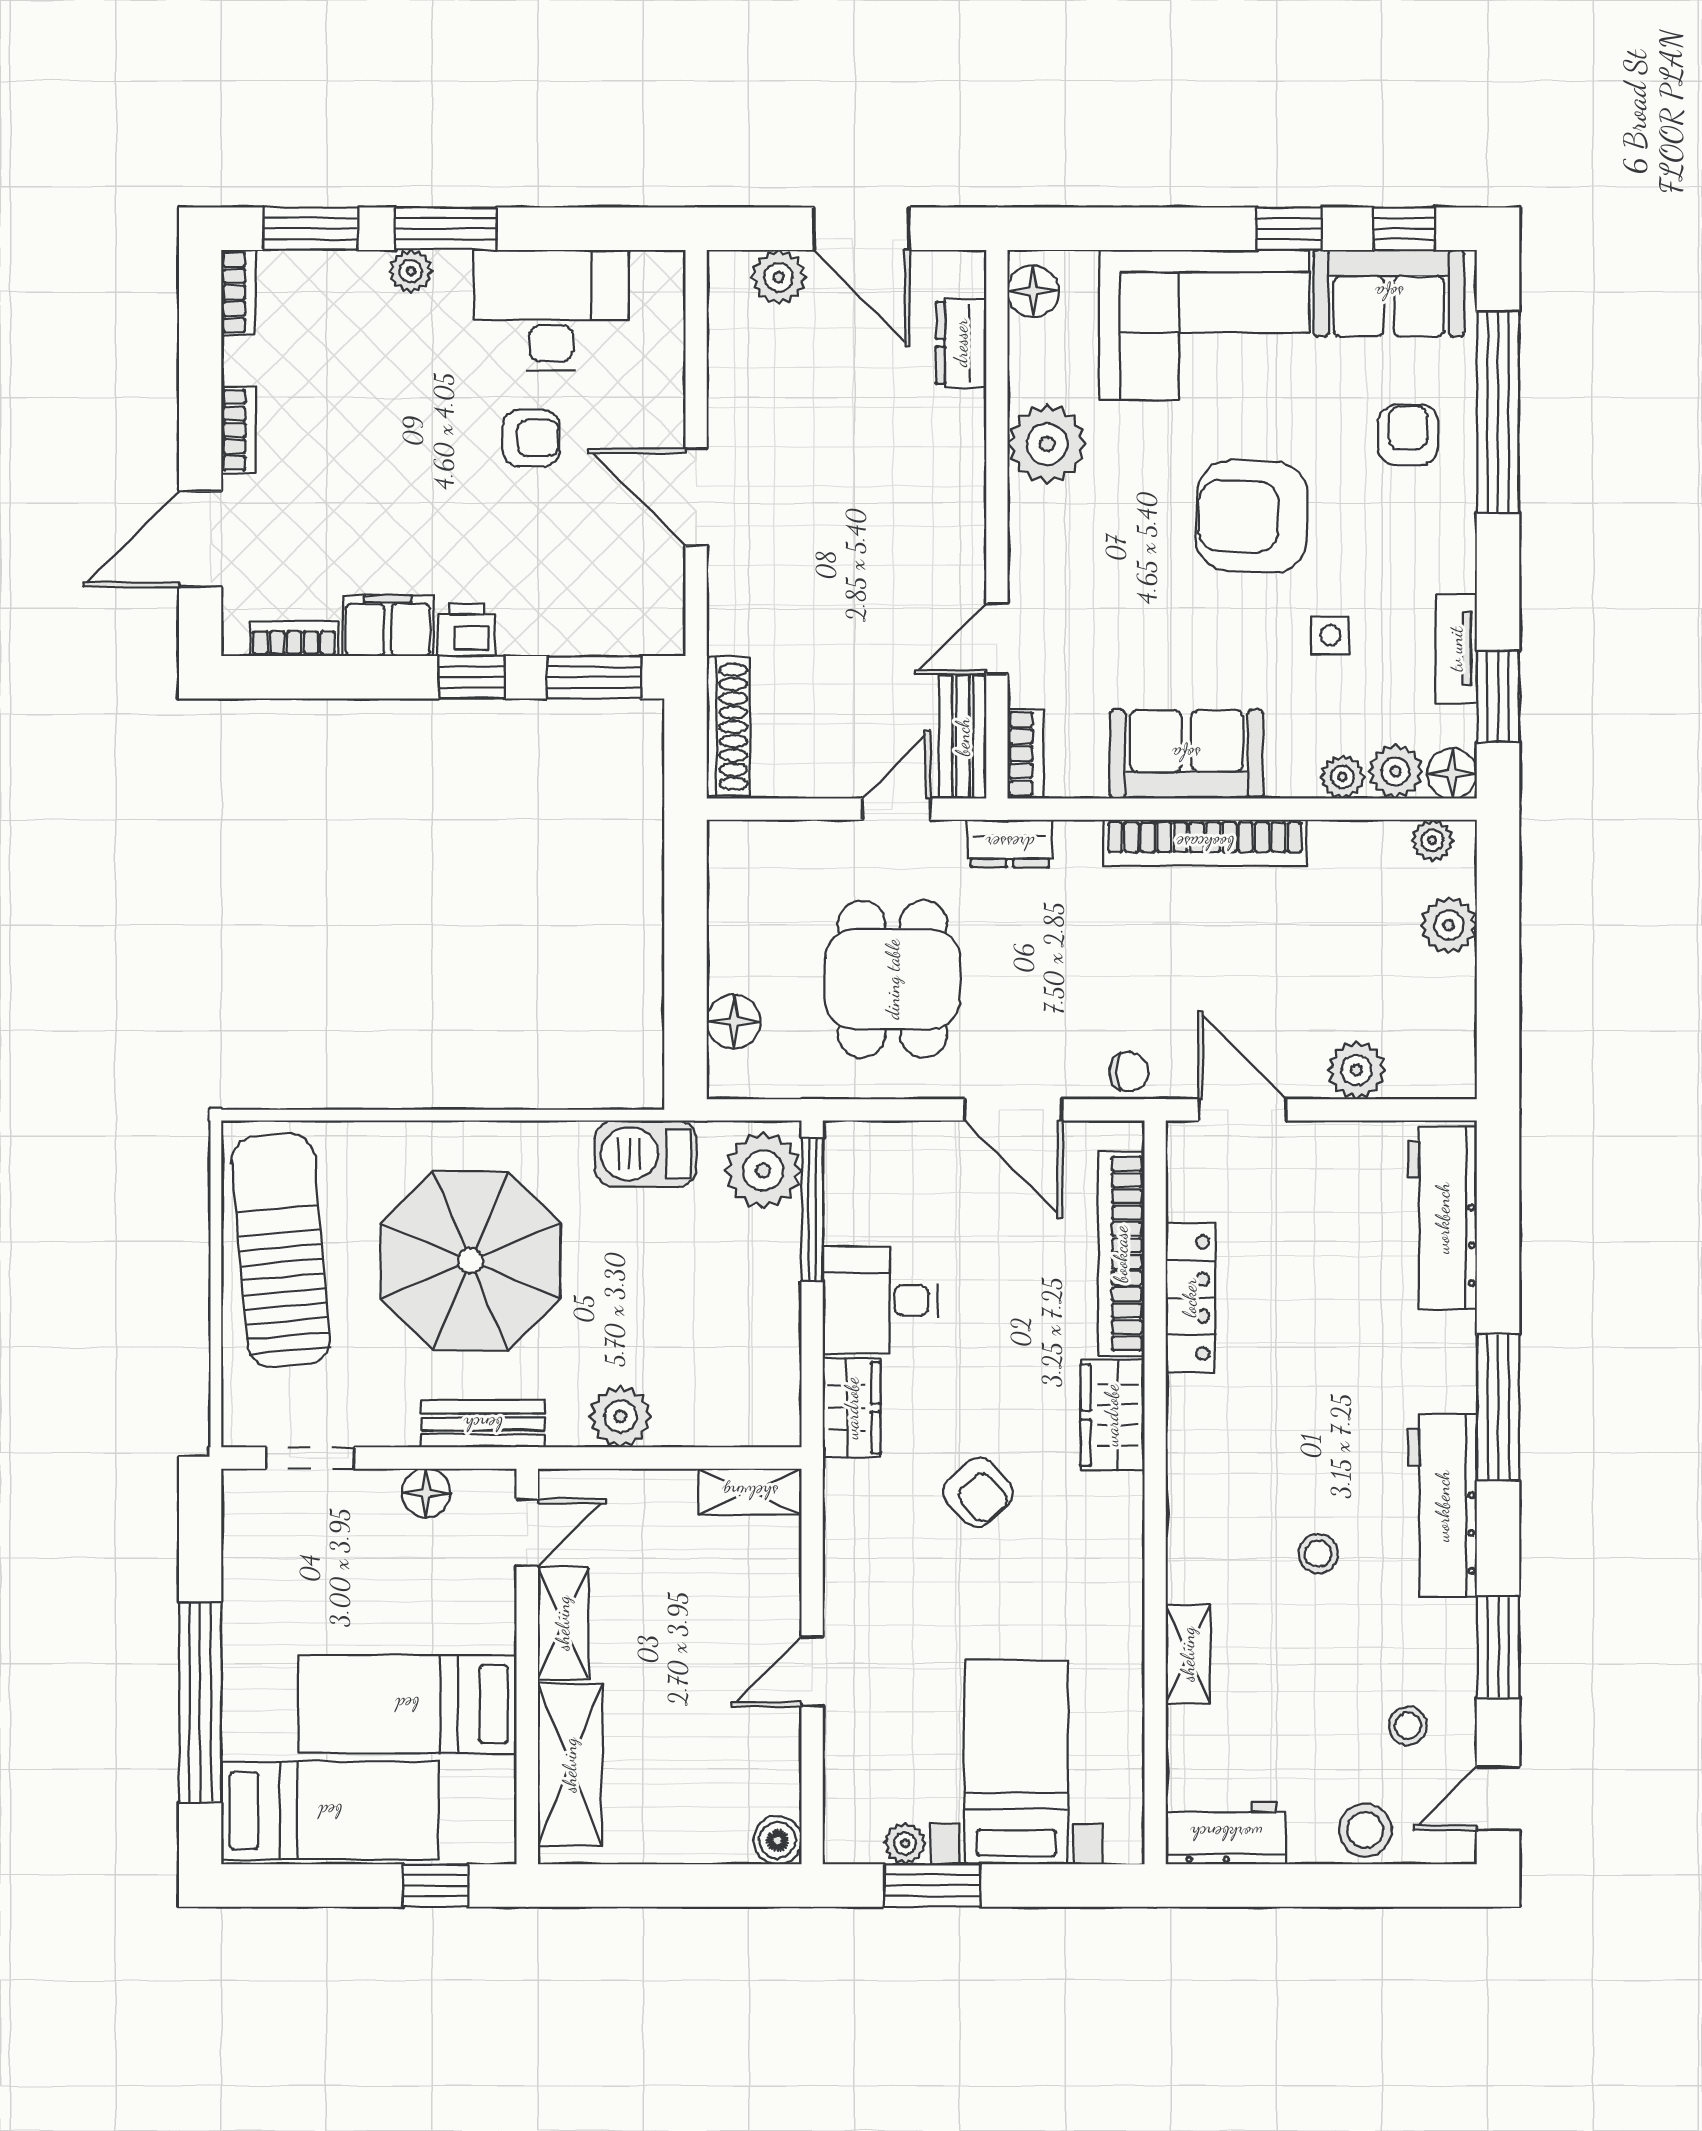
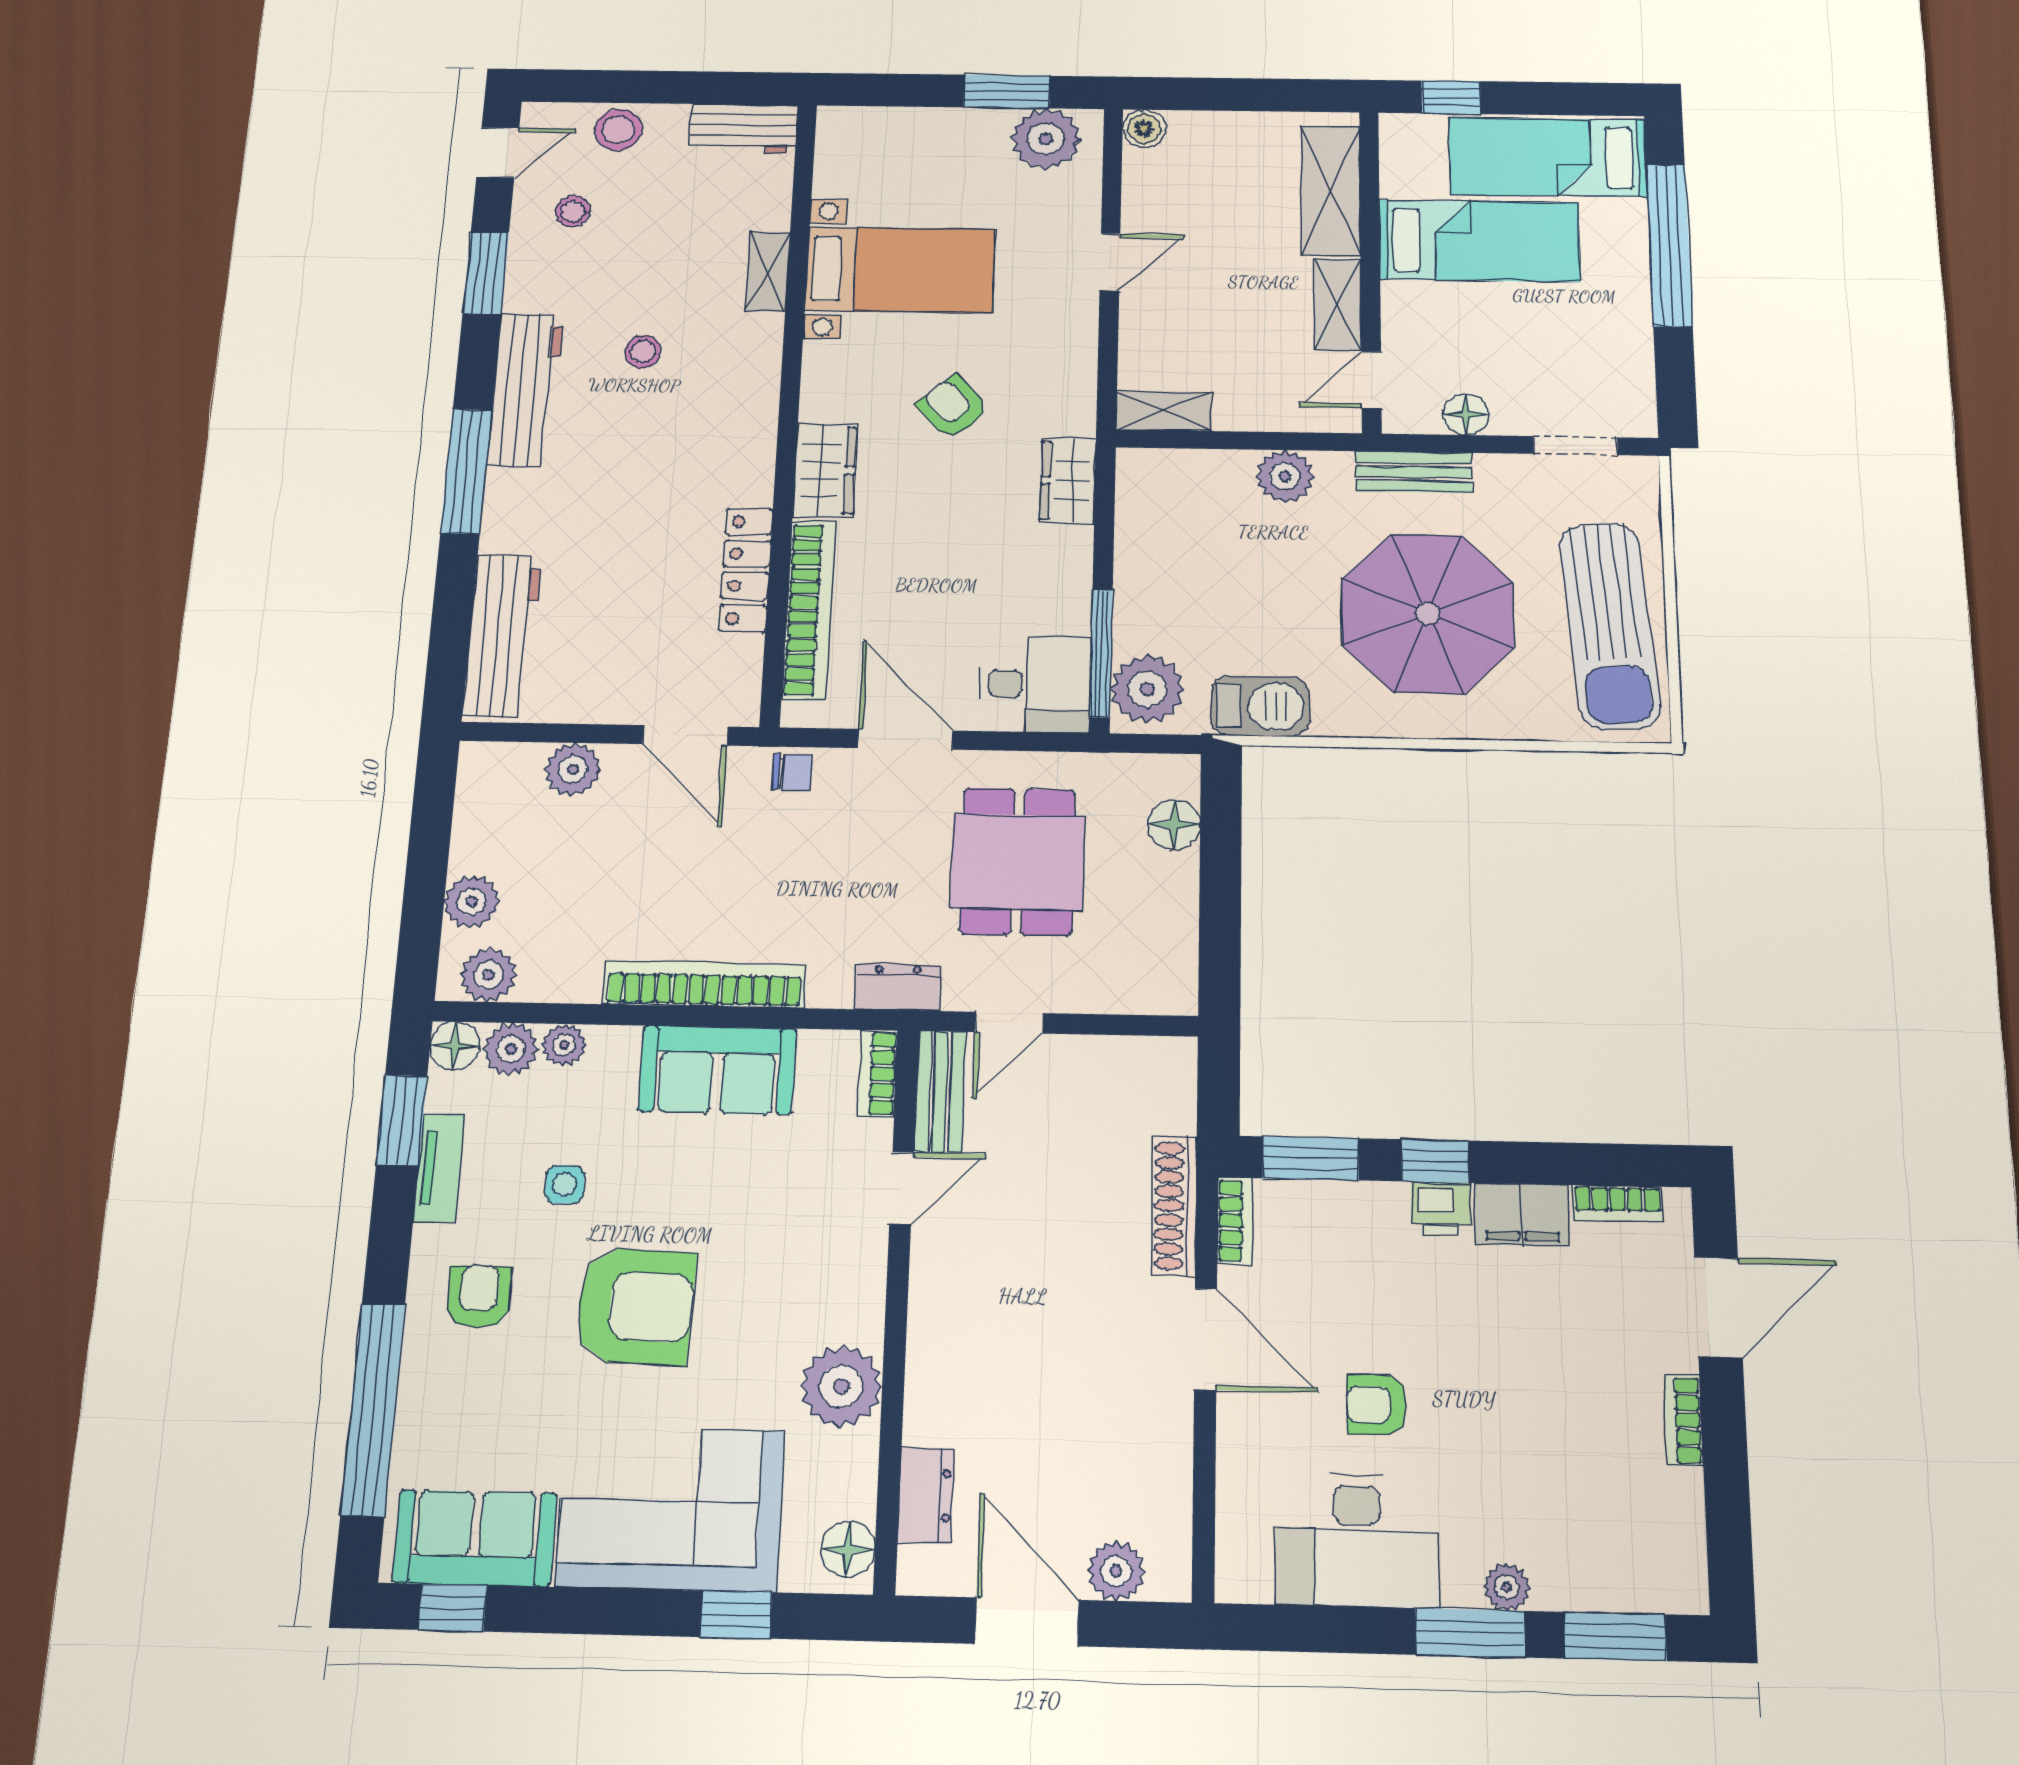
window: (1289, 229) -> (736, 1615), moved
bookcase: (238, 292) -> (1235, 1221), moved, turned 180
armchair: (1408, 435) -> (479, 1297), moved, turned 180
shoe rack: (728, 727) -> (1174, 1206), moved
plant: (1432, 840) -> (489, 975), width x1.38, depth x1.38
chair: (1129, 1072) -> (792, 772), turned 180
desk: (880, 1300) -> (1035, 684), moved
bed with nightstands: (1016, 1762) -> (900, 270), moved, turned -90
plant: (905, 1843) -> (1046, 139), width x1.87, depth x1.87

